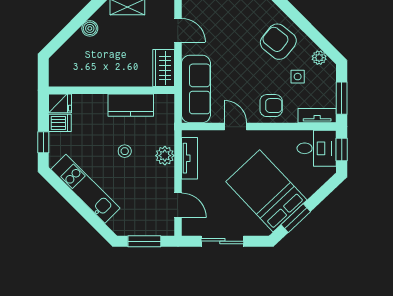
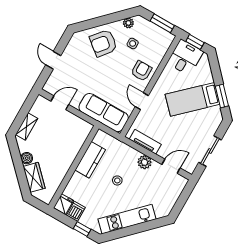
wardrobe: (164, 68) -> (34, 177), moved, turned -135
tv unit: (317, 116) -> (165, 45), removed
door: (236, 127) -> (142, 101), hinge flipped
plant: (165, 156) -> (145, 162), moved
bed: (266, 191) -> (193, 99), width x0.67
window: (144, 241) -> (182, 201), removed

